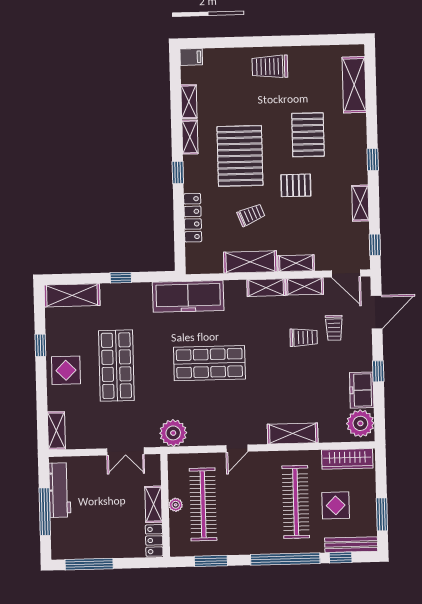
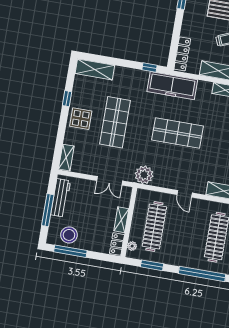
locker: (193, 218) -> (182, 54), moved
window: (121, 278) -> (149, 68), moved
door: (237, 448) -> (185, 194), hinge flipped
plant: (176, 505) -> (132, 246), moved
stool: (82, 541) -> (69, 235), added

